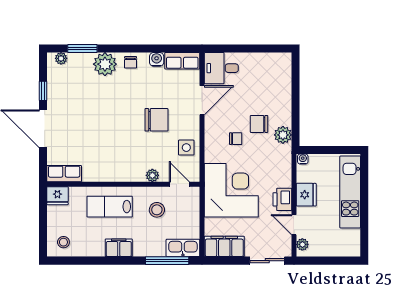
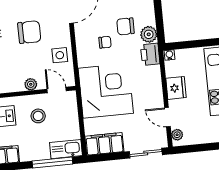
printer: (282, 199) -> (150, 54), moved

